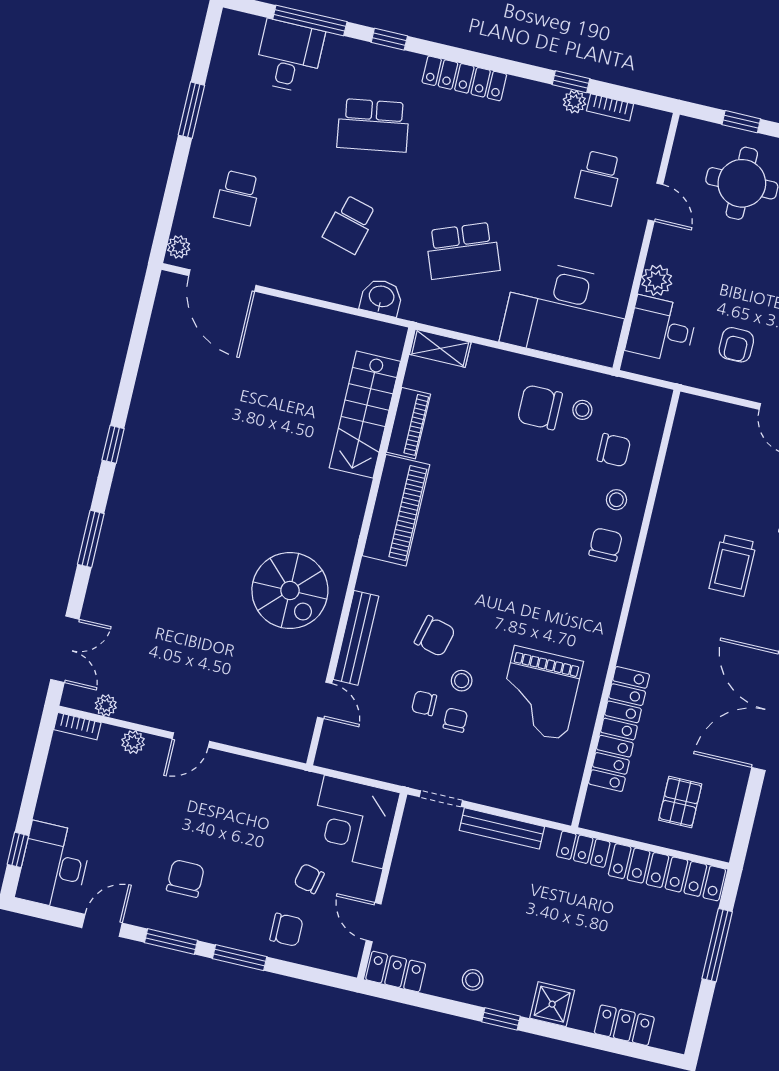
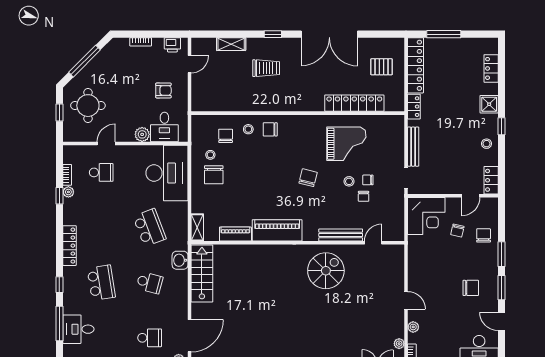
stairs: (365, 415) -> (202, 273), moved, turned -90
chair: (435, 636) -> (308, 178), moved
chair: (185, 878) -> (471, 288), turned 180

